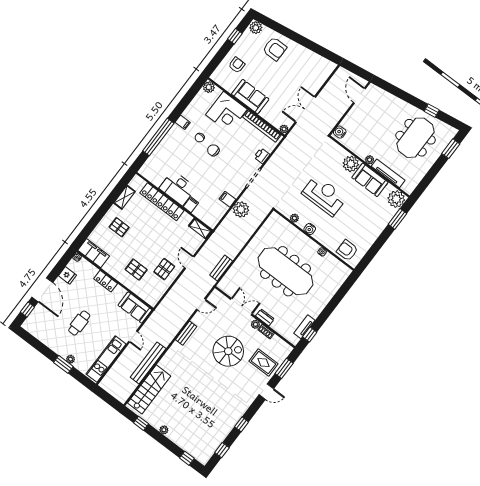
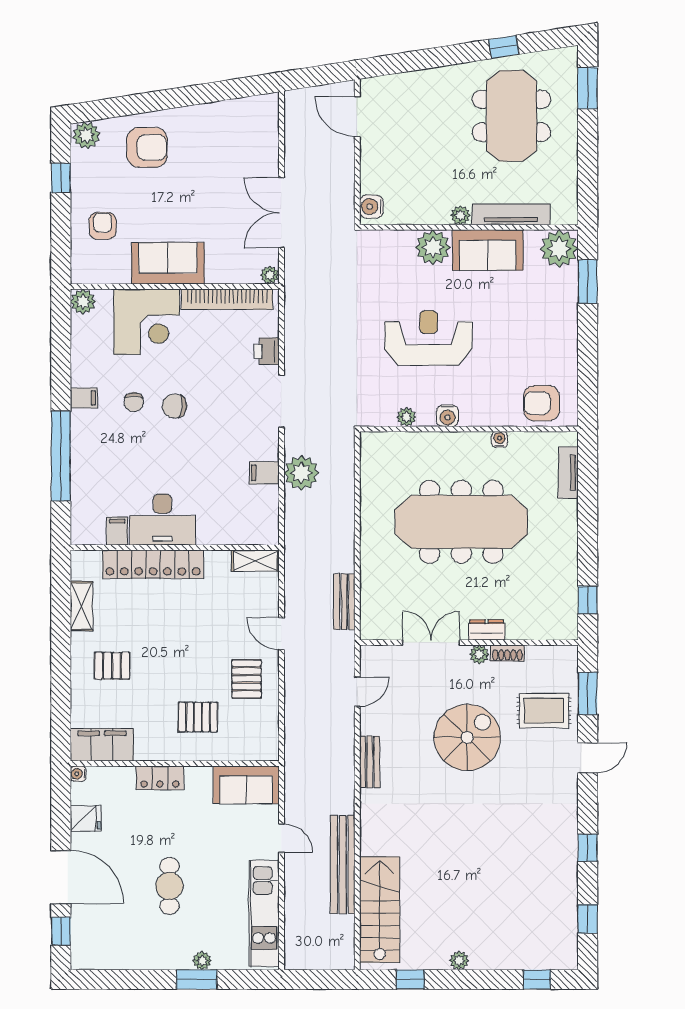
filing cabinet: (191, 205) -> (117, 531), moved
tv unit: (304, 327) -> (568, 473), moved

